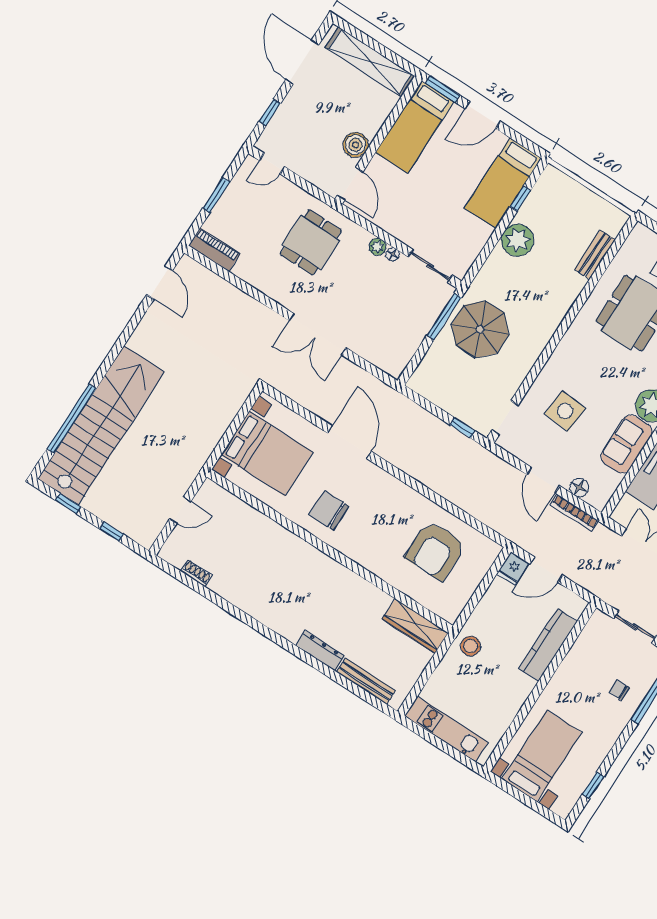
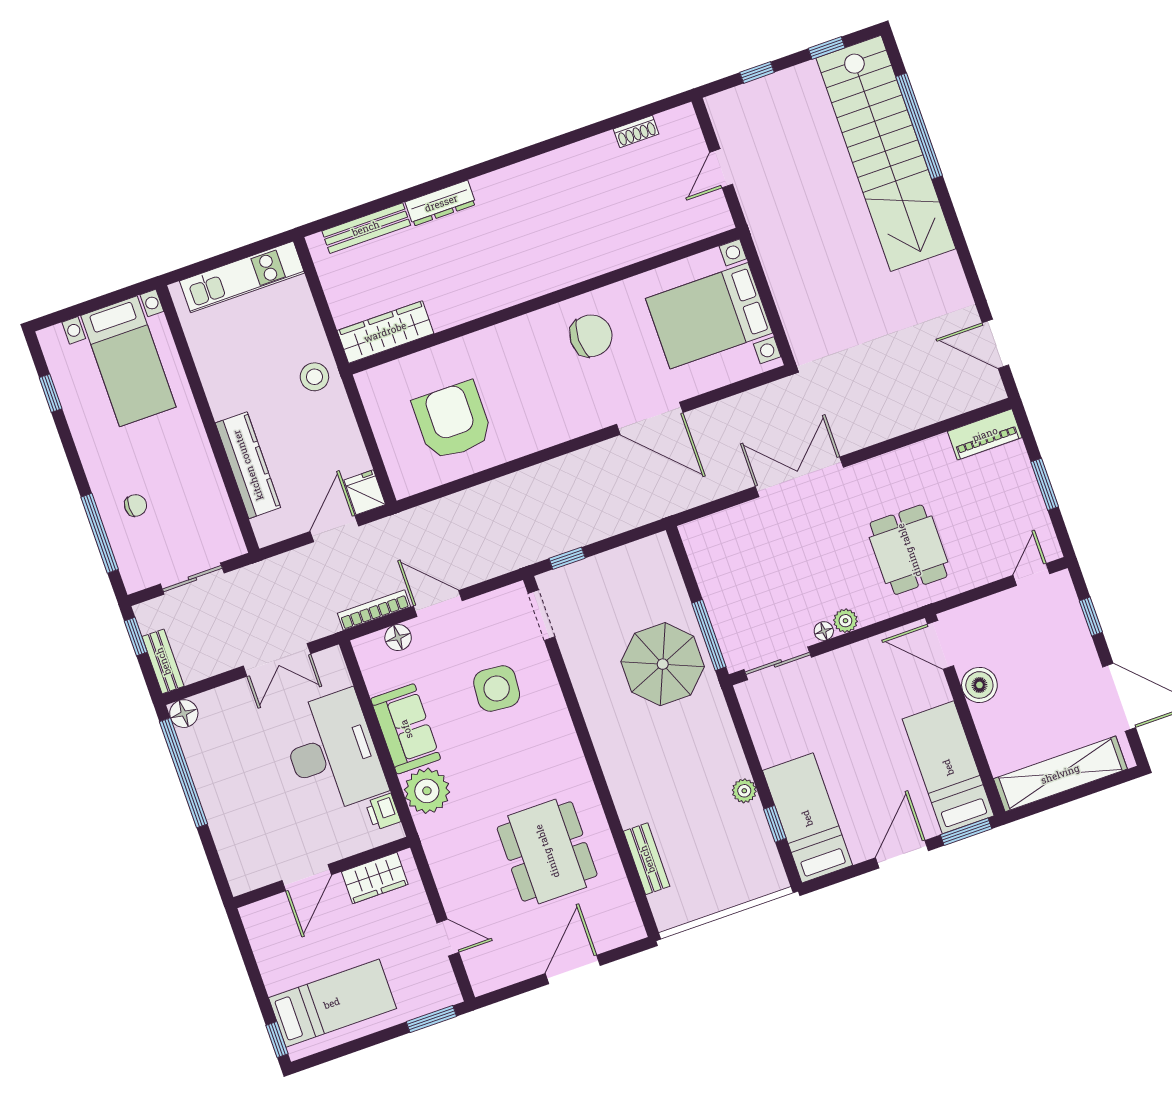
plant: (518, 240) -> (744, 791), width x0.53, depth x0.53

